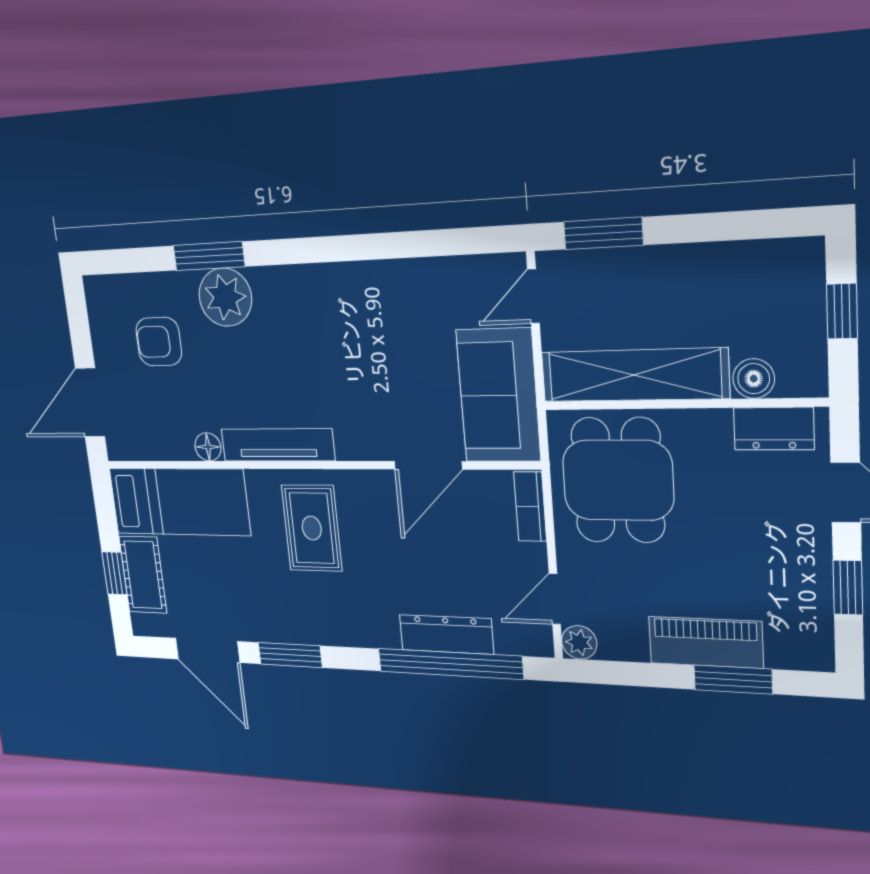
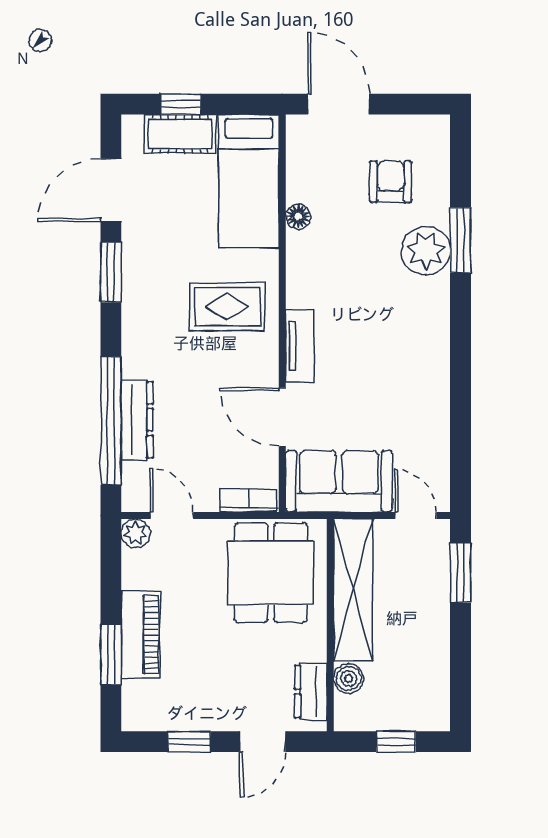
tv unit: (278, 445) -> (300, 346), moved, width x0.71
dining table: (618, 480) -> (271, 573), turned 90

